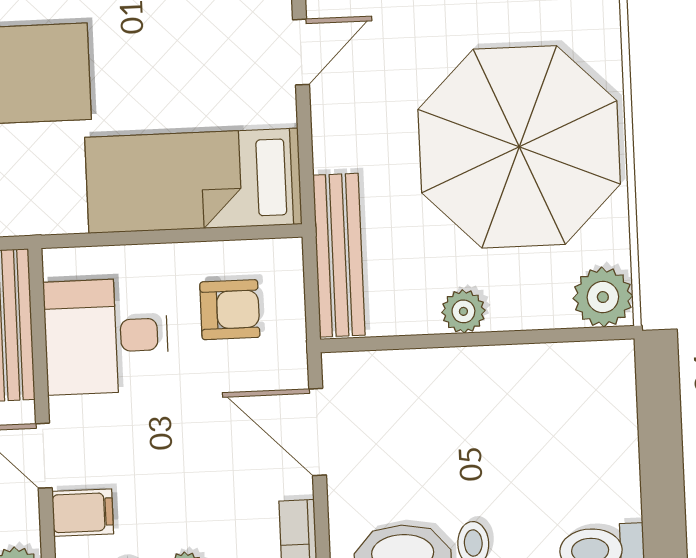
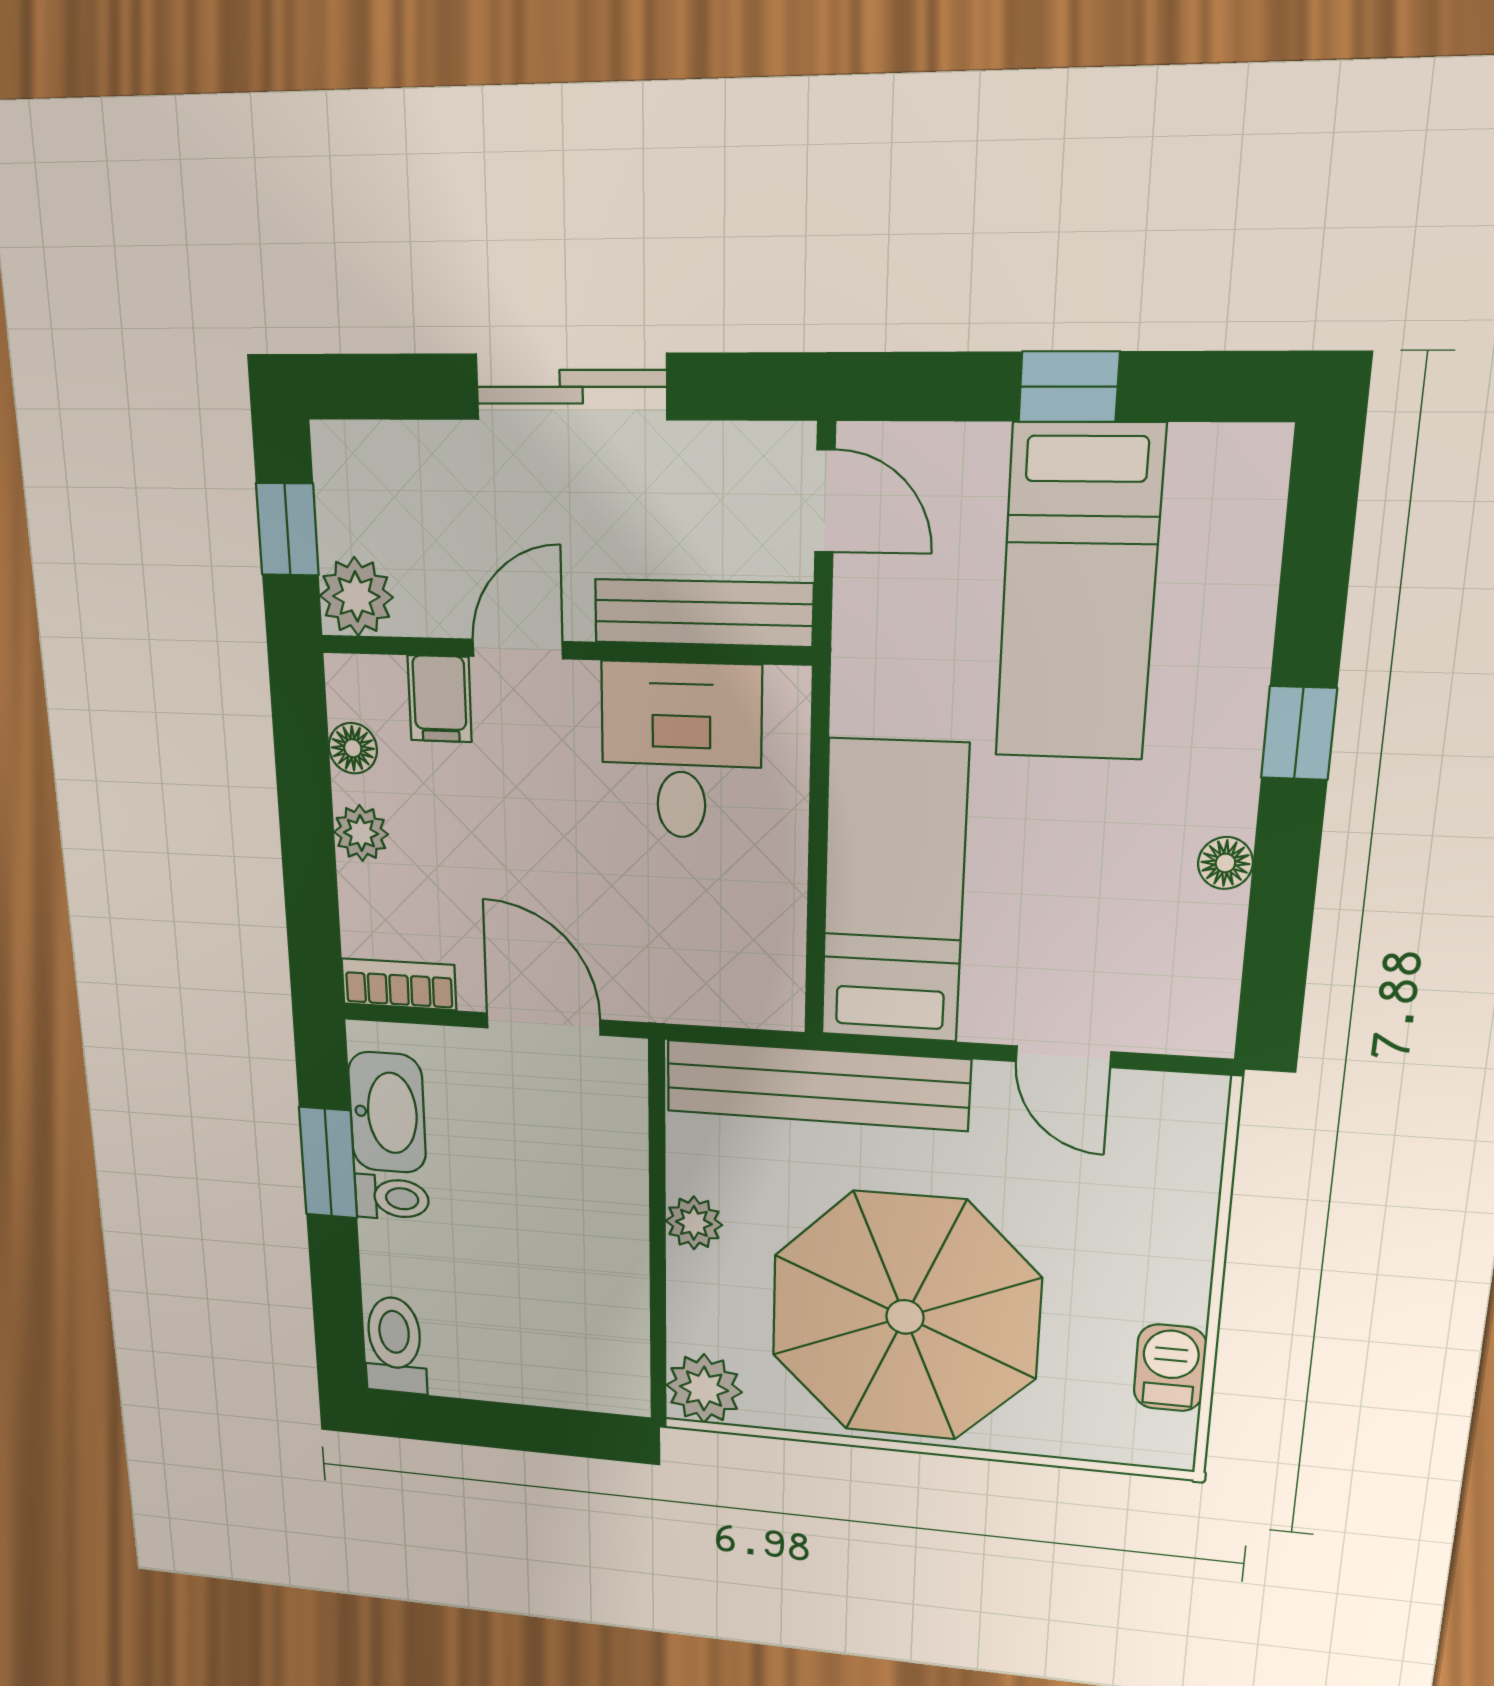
bench: (339, 255) -> (817, 1085), width x1.37, depth x1.21
armchair: (230, 310) -> (710, 925), removed
door: (318, 432) -> (543, 1024), hinge flipped

